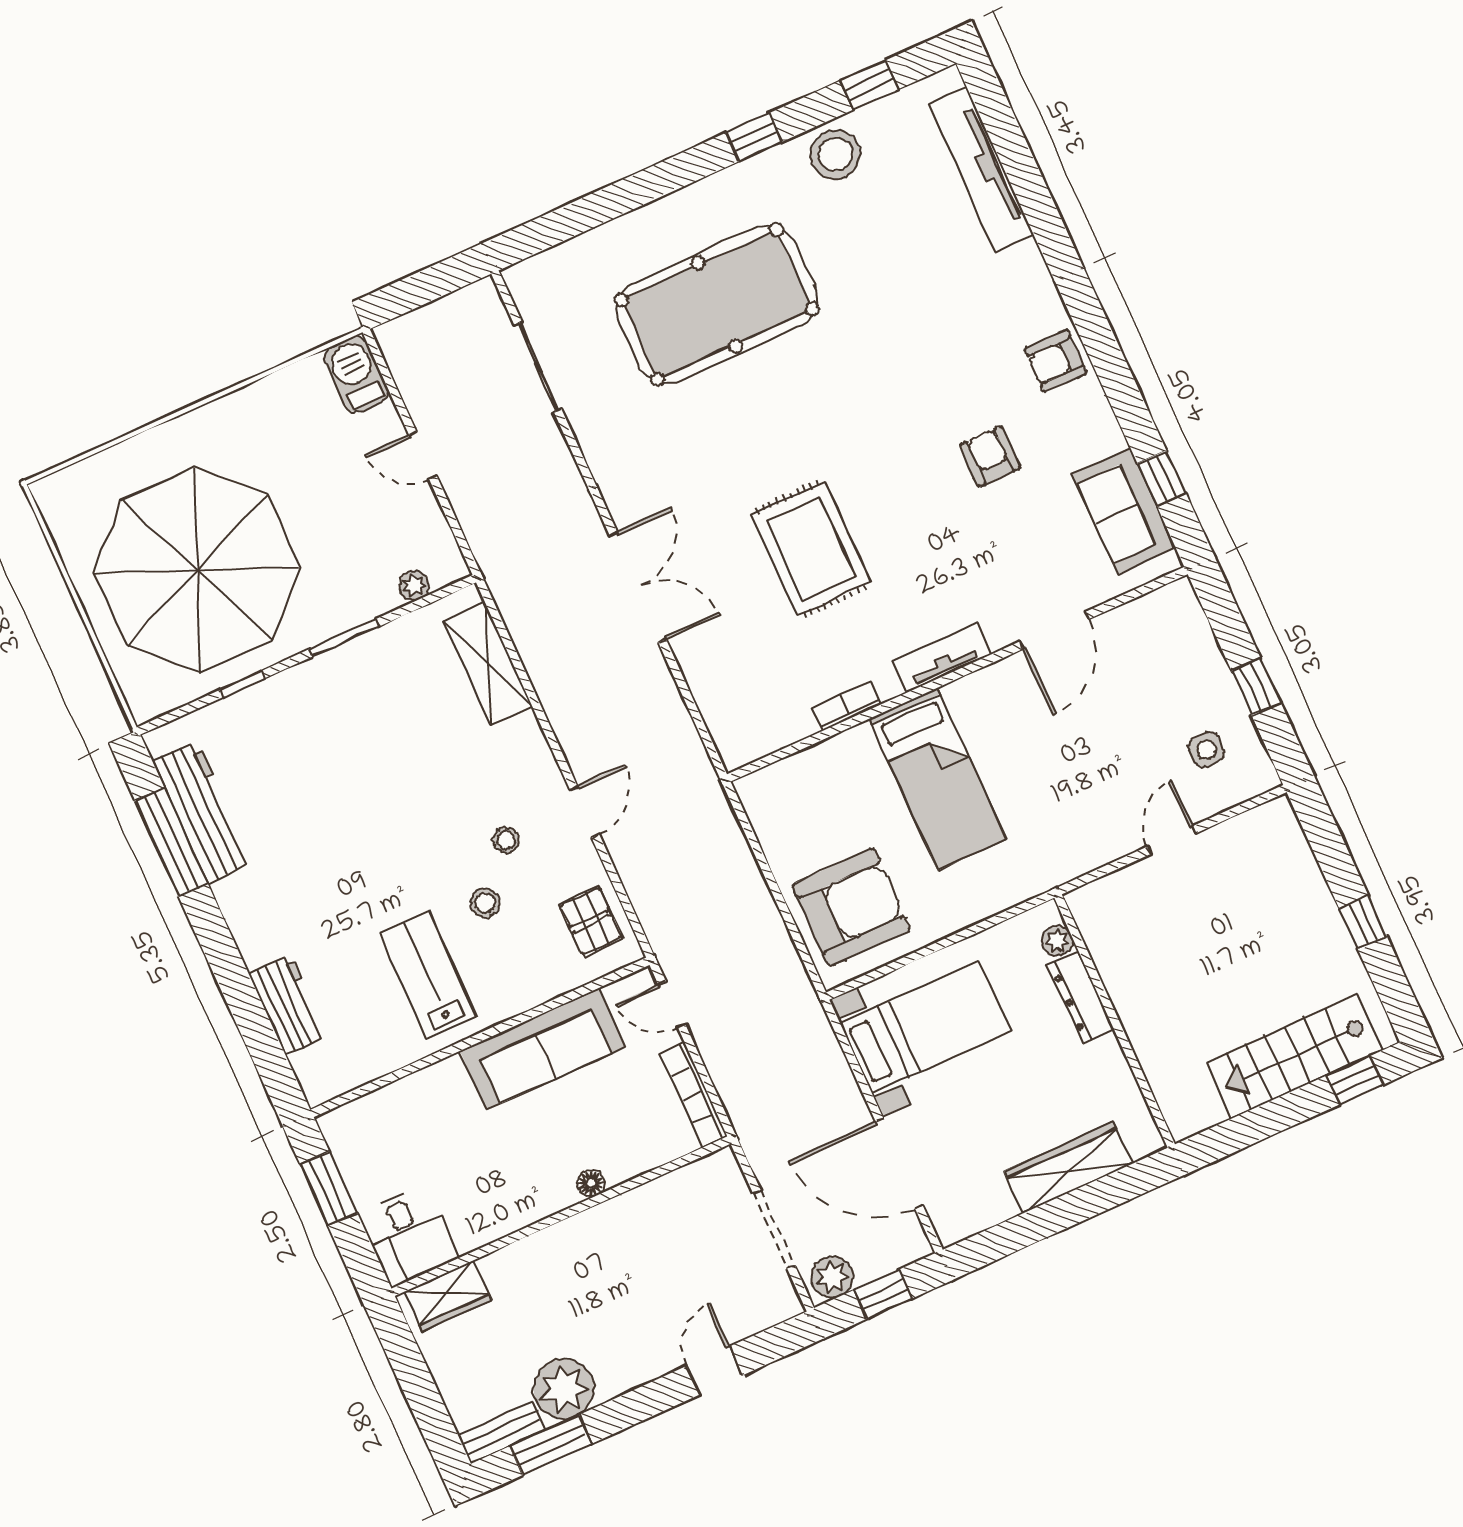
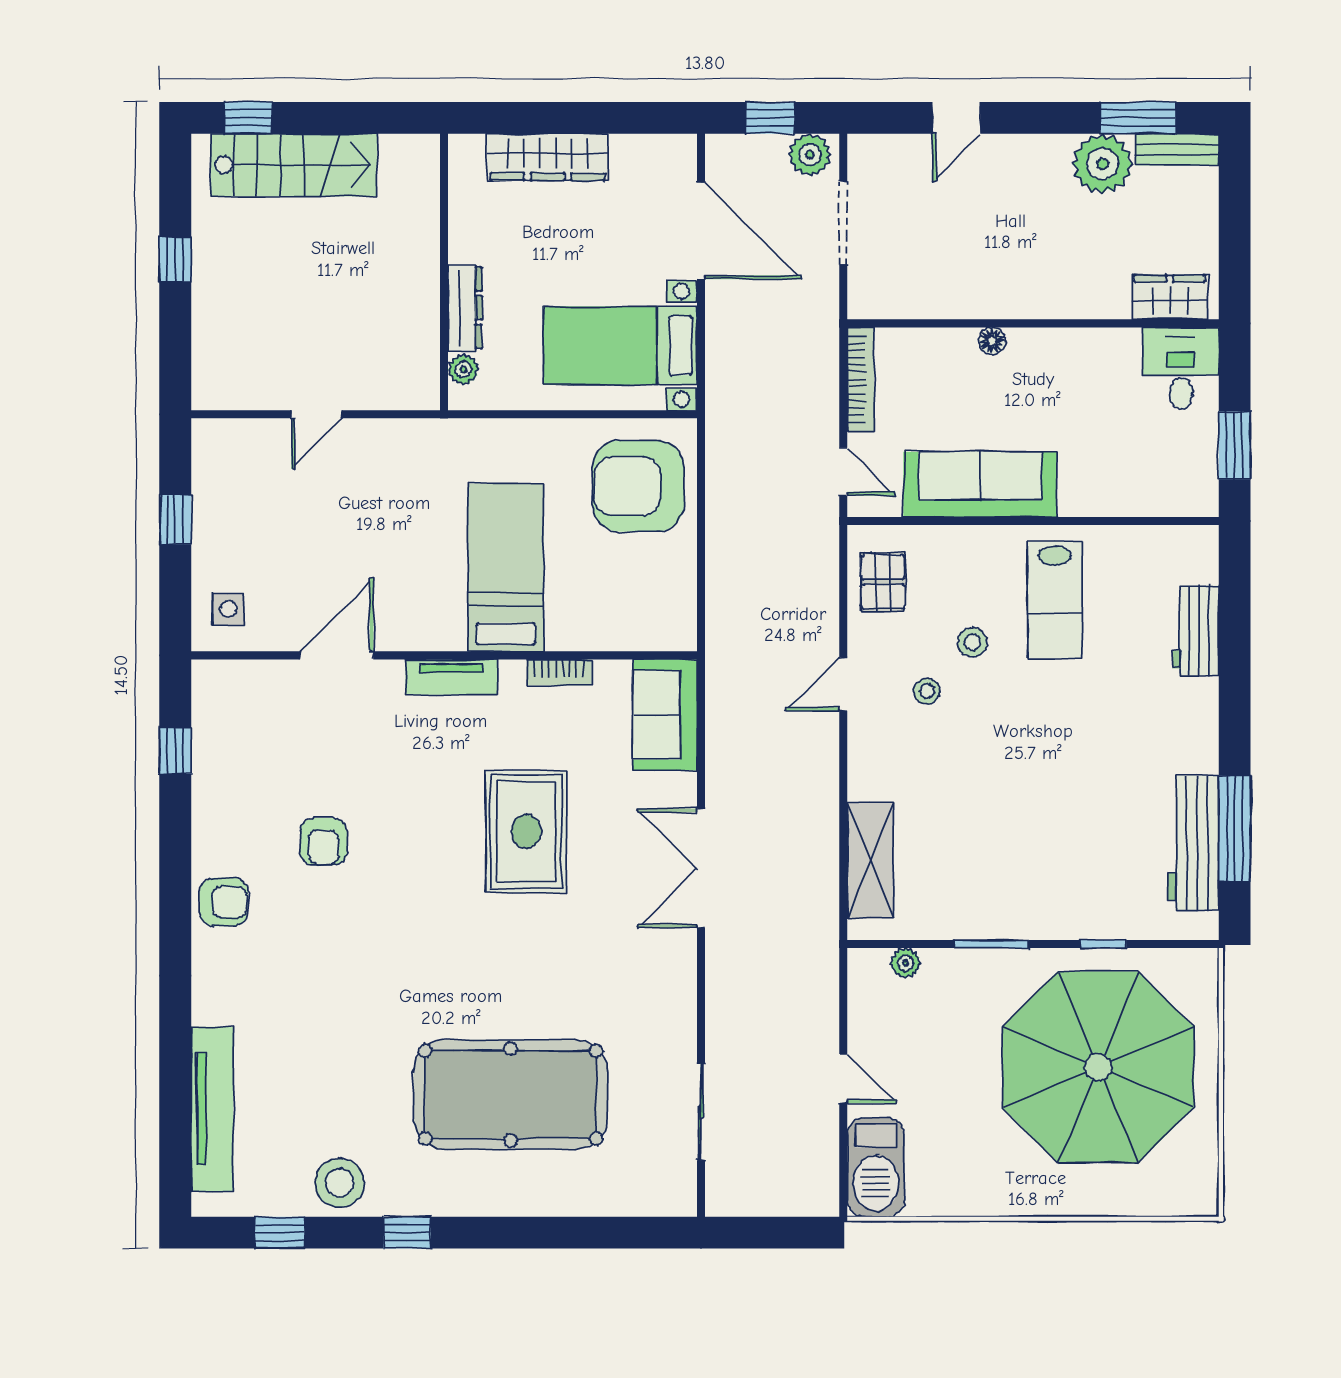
barbecue: (356, 374) -> (876, 1167), width x1.37, depth x1.21
sofa: (1124, 511) -> (665, 715), moved, turned 180
side table: (1206, 750) -> (228, 609), moved

